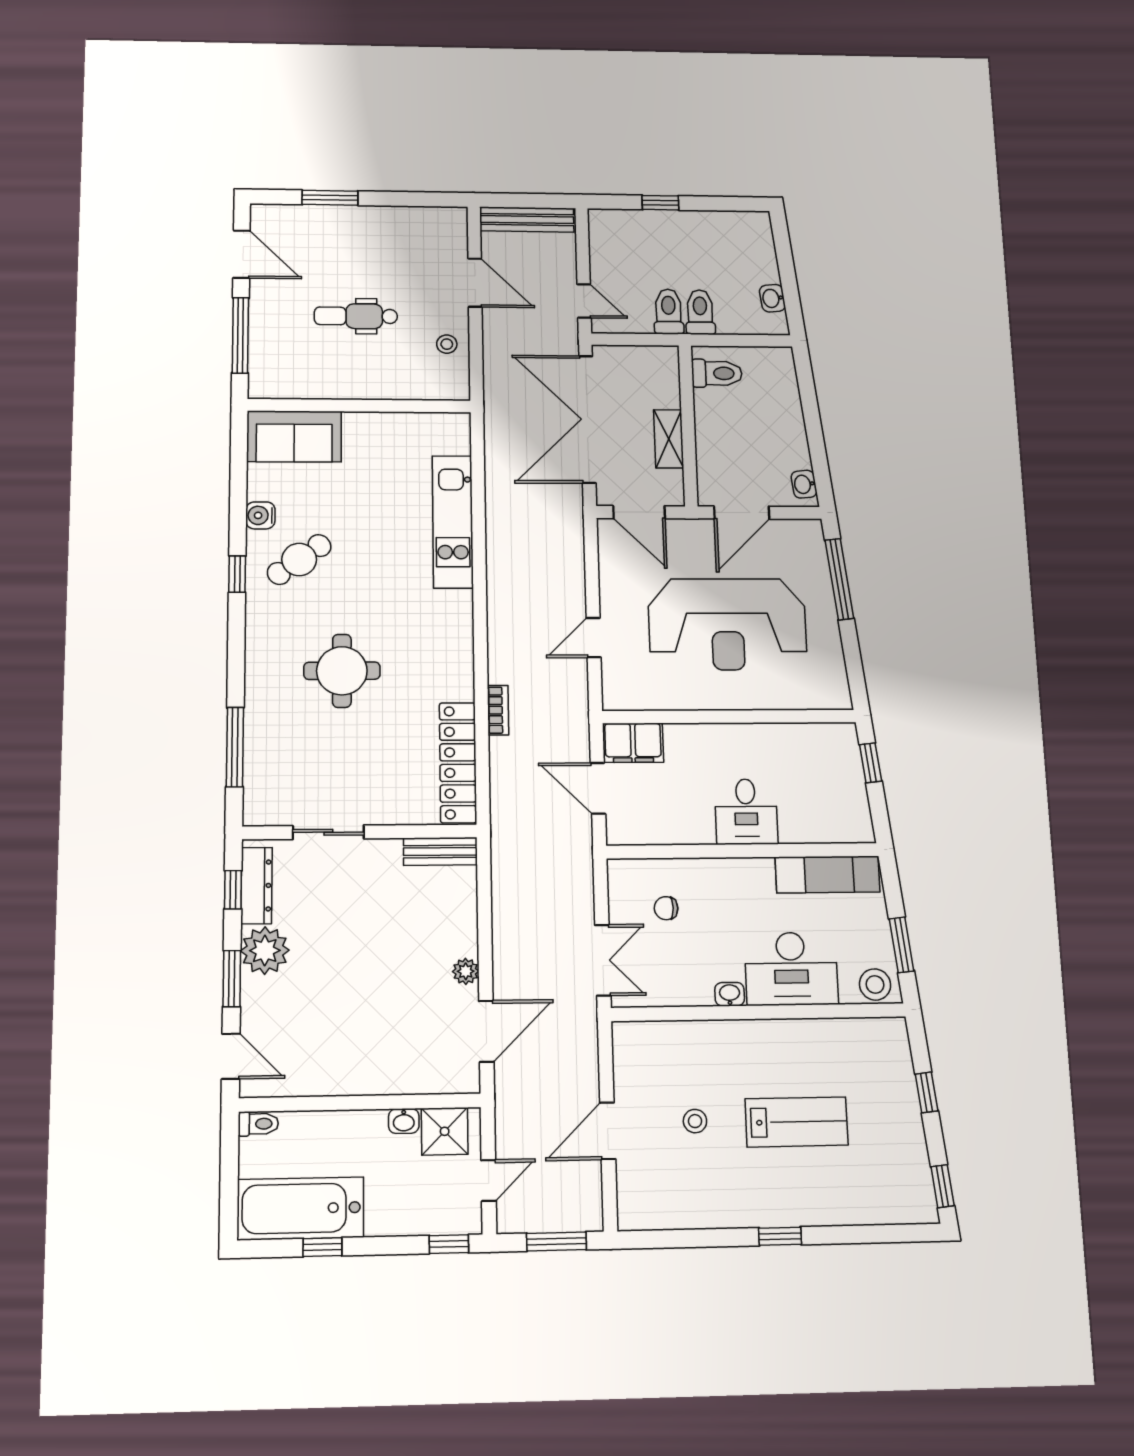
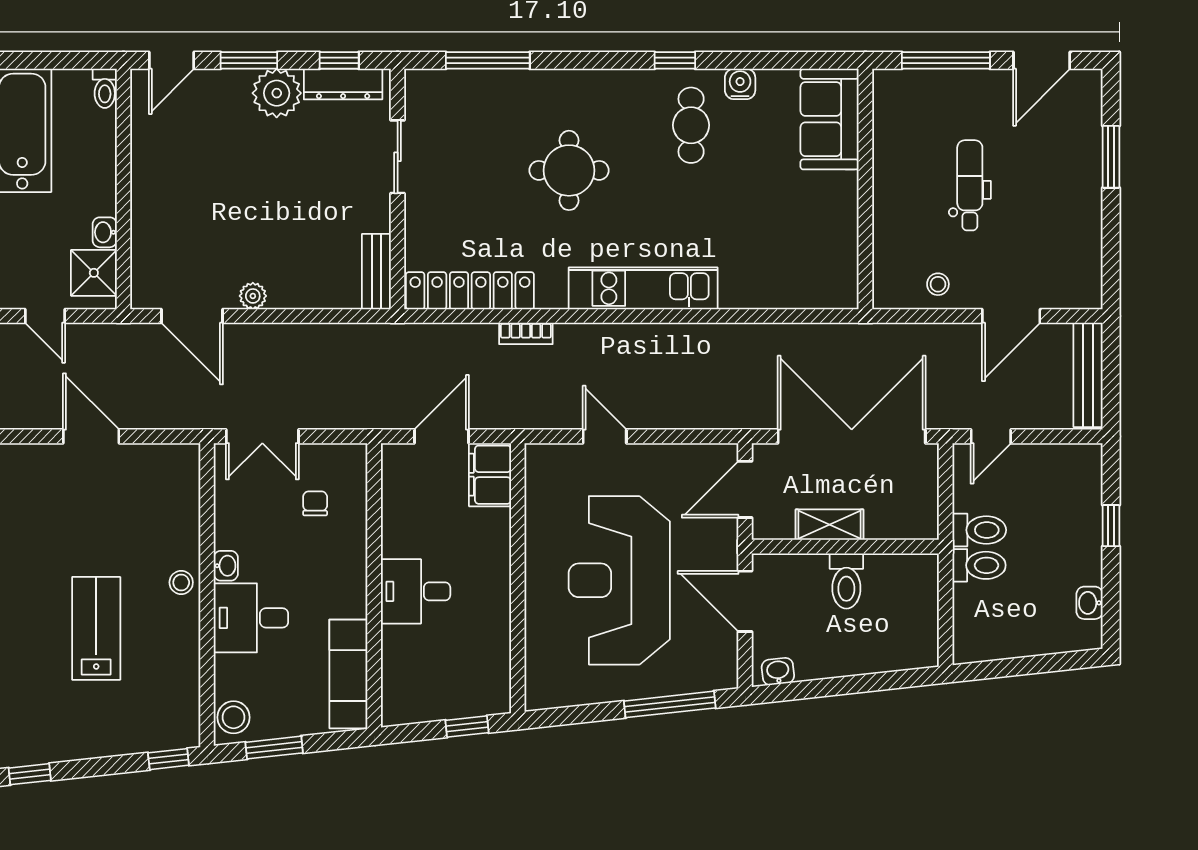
washbasin: (772, 298) -> (1090, 603), moved, turned -84
toilet: (717, 373) -> (846, 581), moved
kitchen unit: (453, 522) -> (643, 288), moved
cafe table: (299, 559) -> (691, 125), turned 36
desk: (791, 969) -> (251, 618), width x0.73
window: (927, 1092) -> (168, 759), moved
stool: (695, 1121) -> (181, 582), moved
lab bench: (797, 1122) -> (96, 628), turned 180

